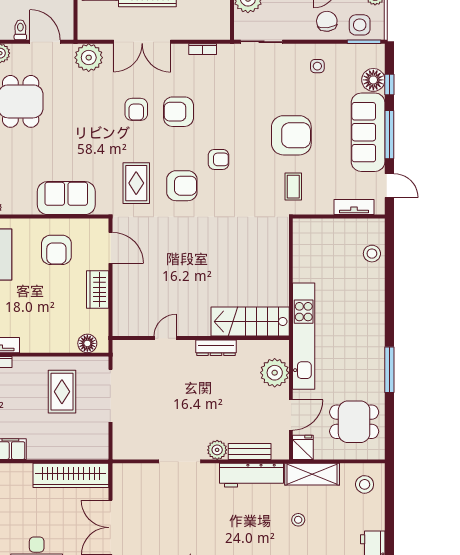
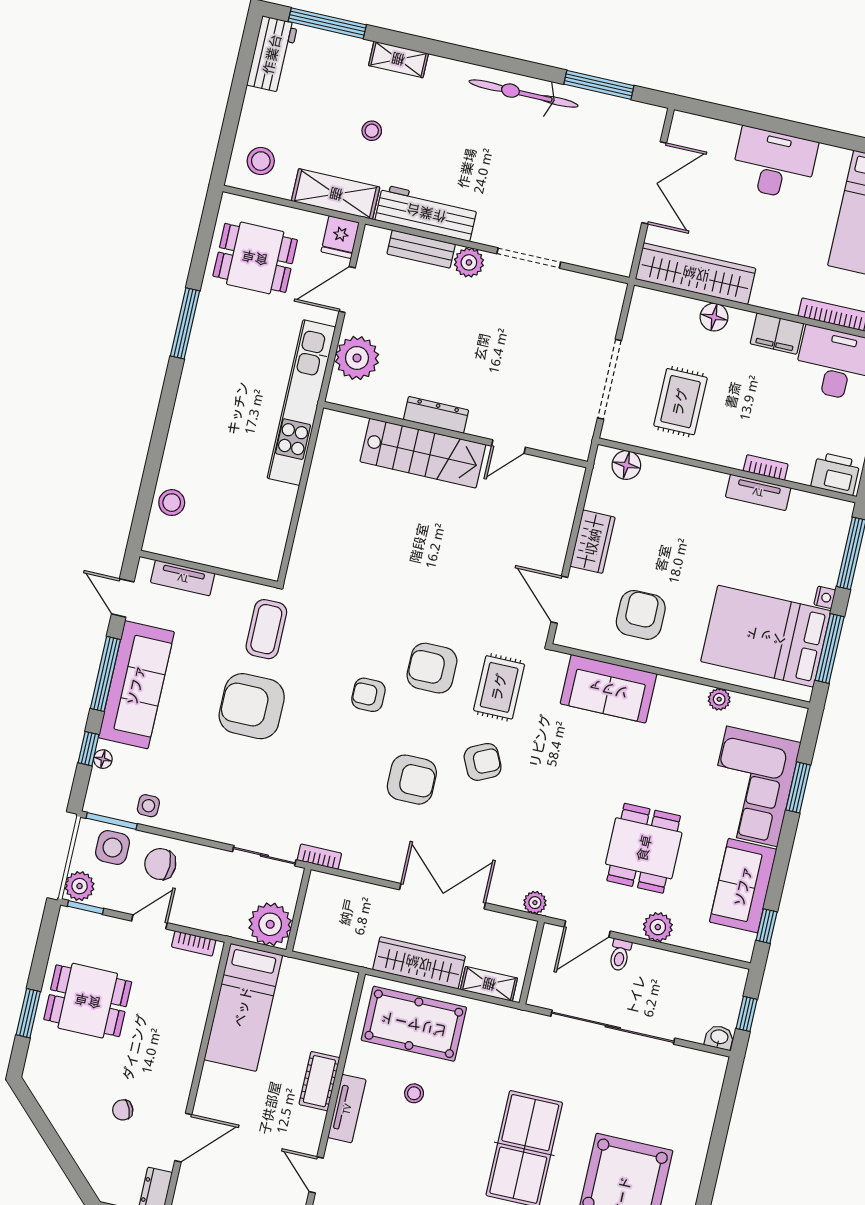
chair: (327, 21) -> (160, 864), turned 97
door: (45, 42) -> (587, 929), hinge flipped
bookcase: (203, 49) -> (319, 857), moved
plant: (89, 58) -> (535, 903), width x0.53, depth x0.53
side table: (317, 66) -> (148, 806), moved
floor lamp: (373, 80) -> (103, 759), width x0.53, depth x0.53
armchair: (136, 109) -> (483, 762), moved, turned 65
coffee table: (293, 187) -> (266, 629), width x1.36, depth x1.30
stairs: (250, 322) -> (423, 453), moved
floor lamp: (53, 450) -> (714, 317), added

